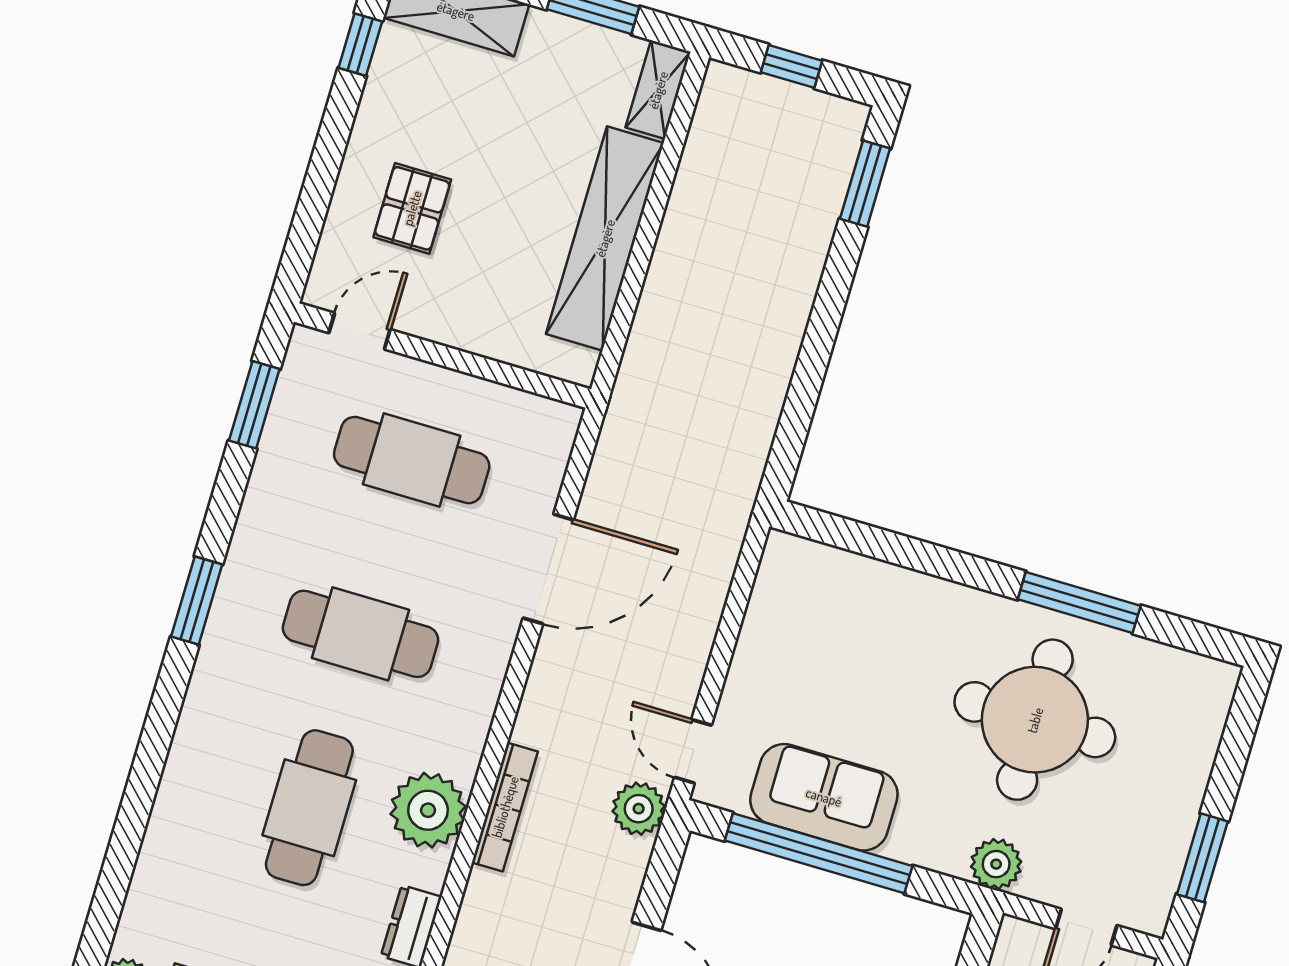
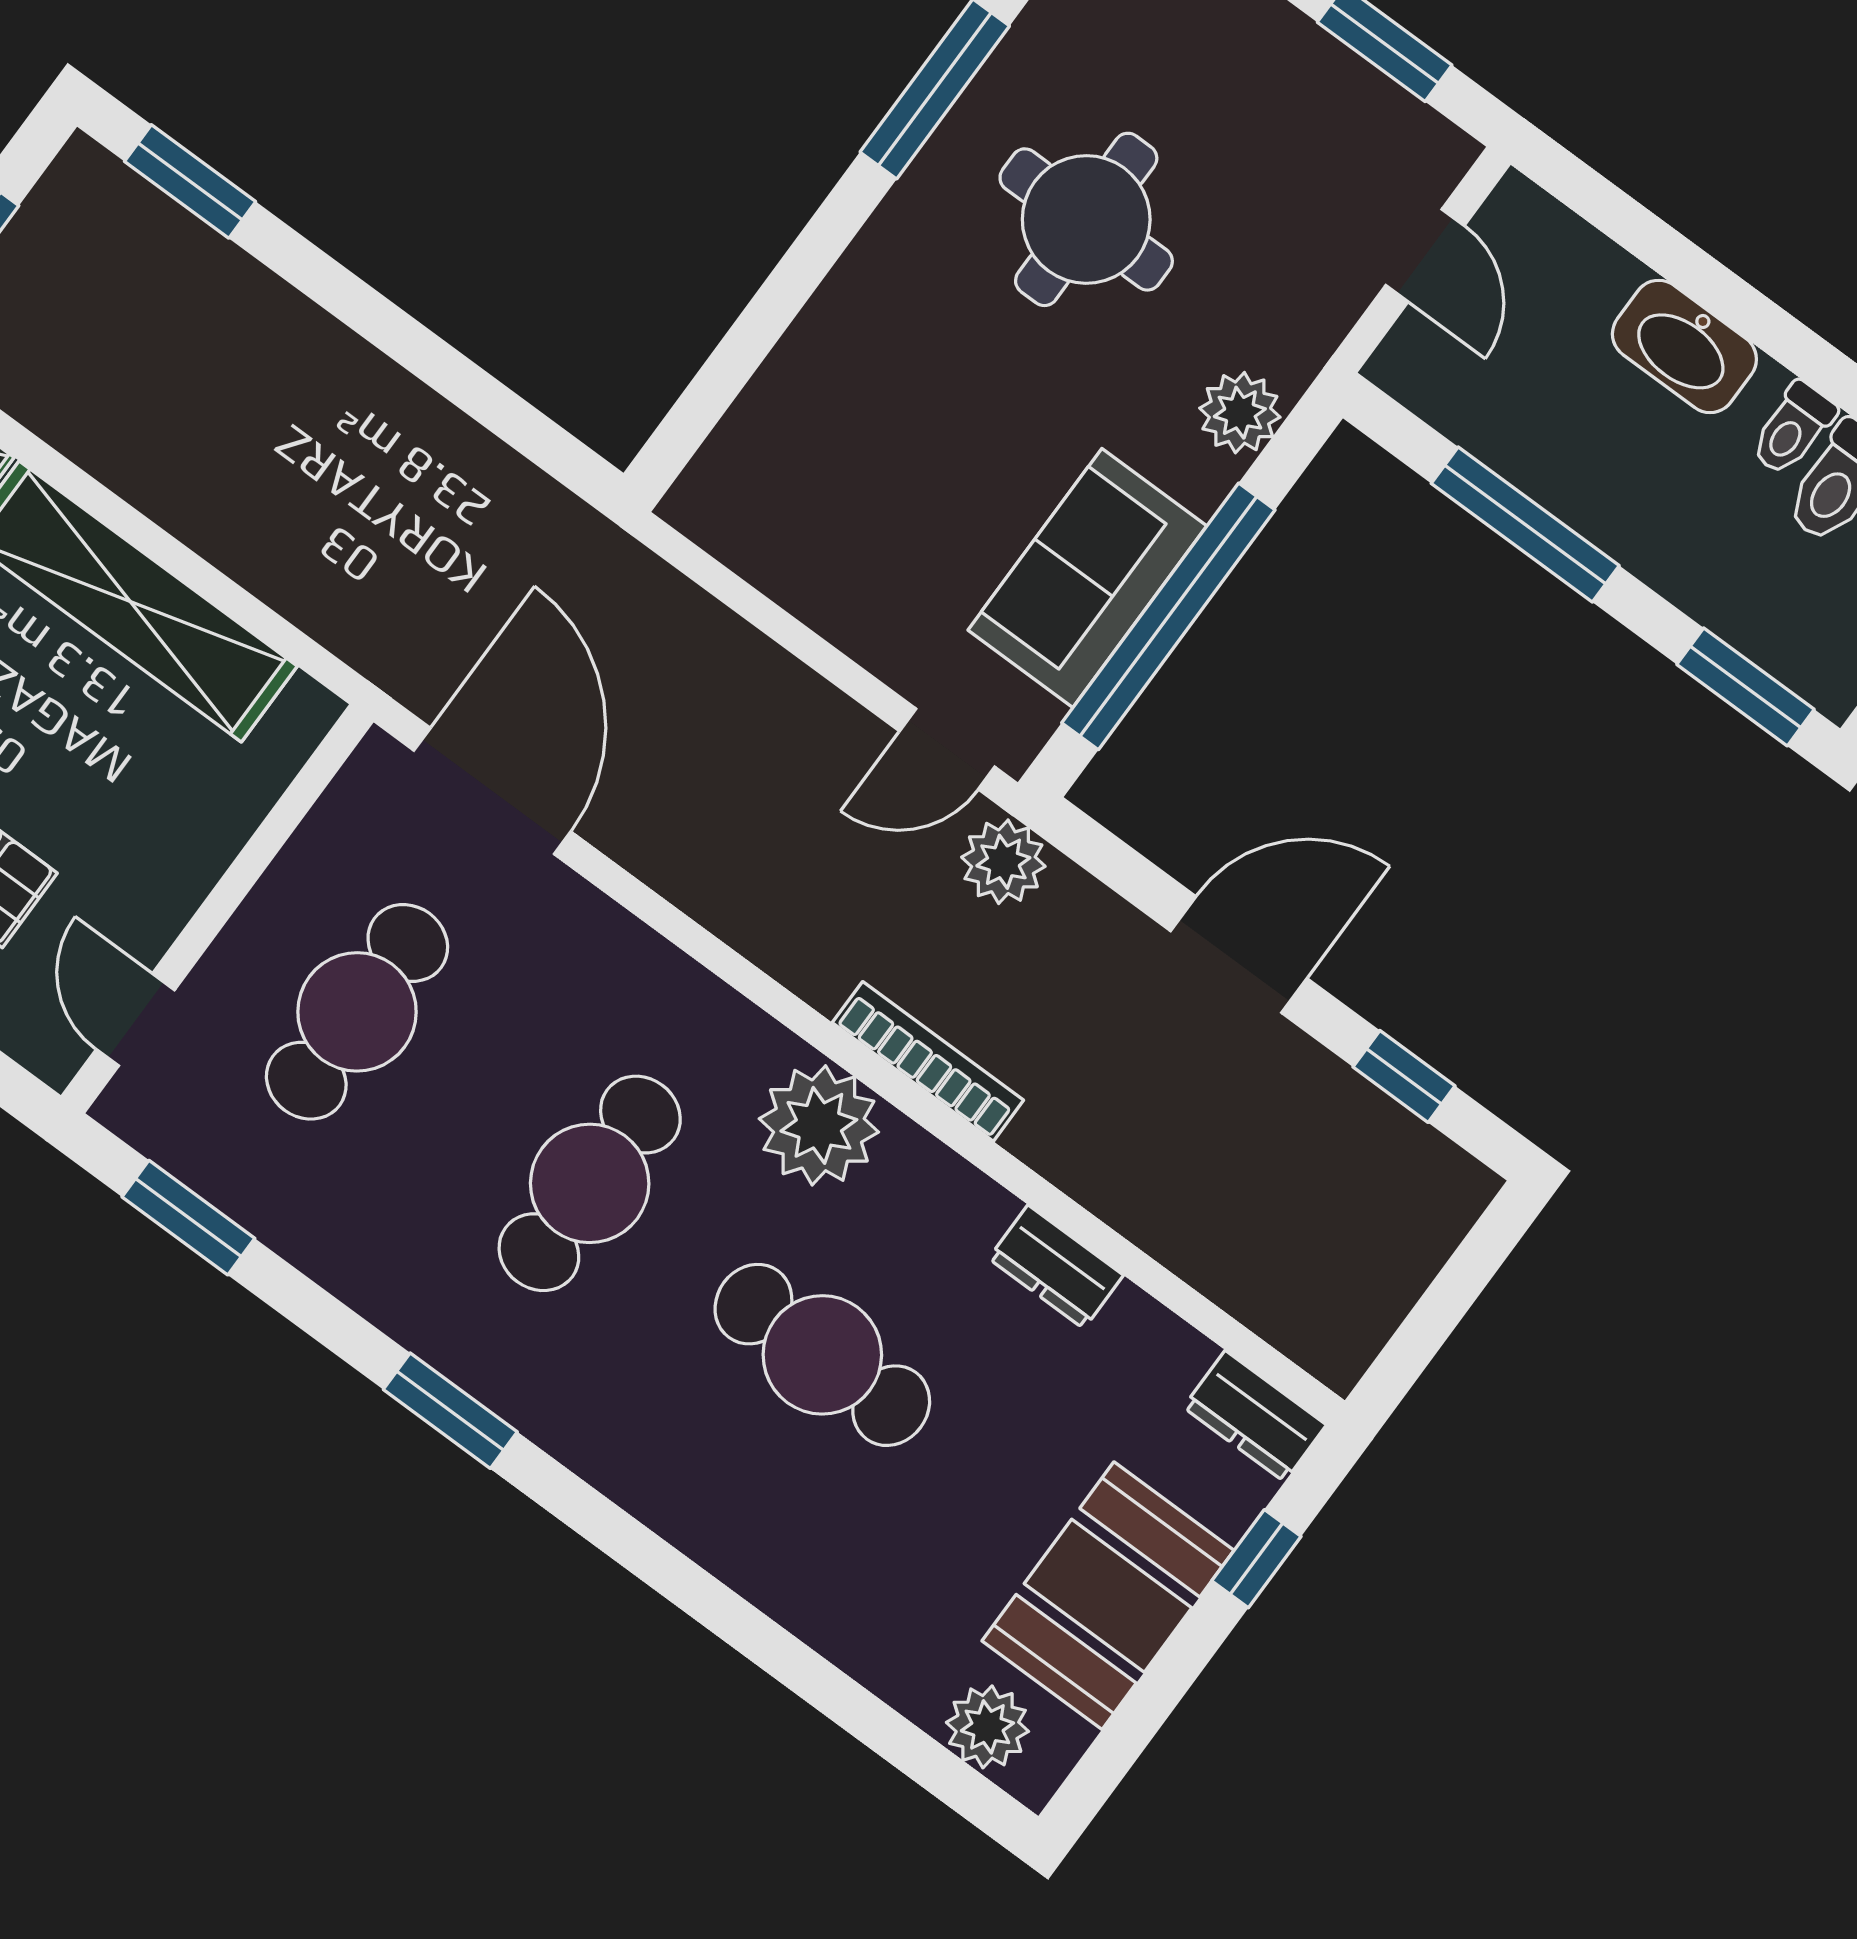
door: (548, 569) -> (492, 791), moved
round table: (1035, 720) -> (1086, 219), width x0.73, depth x0.73
plant: (428, 810) -> (819, 1125), moved
plant: (996, 864) -> (1240, 413), moved

